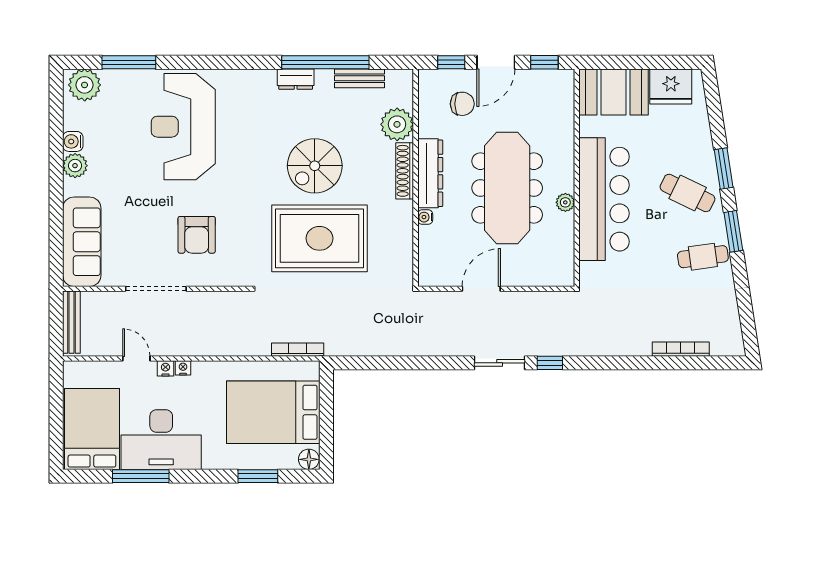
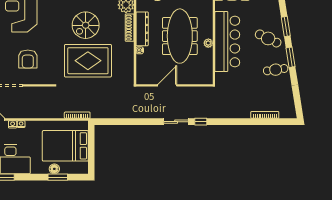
floor lamp: (309, 459) -> (54, 169), moved

